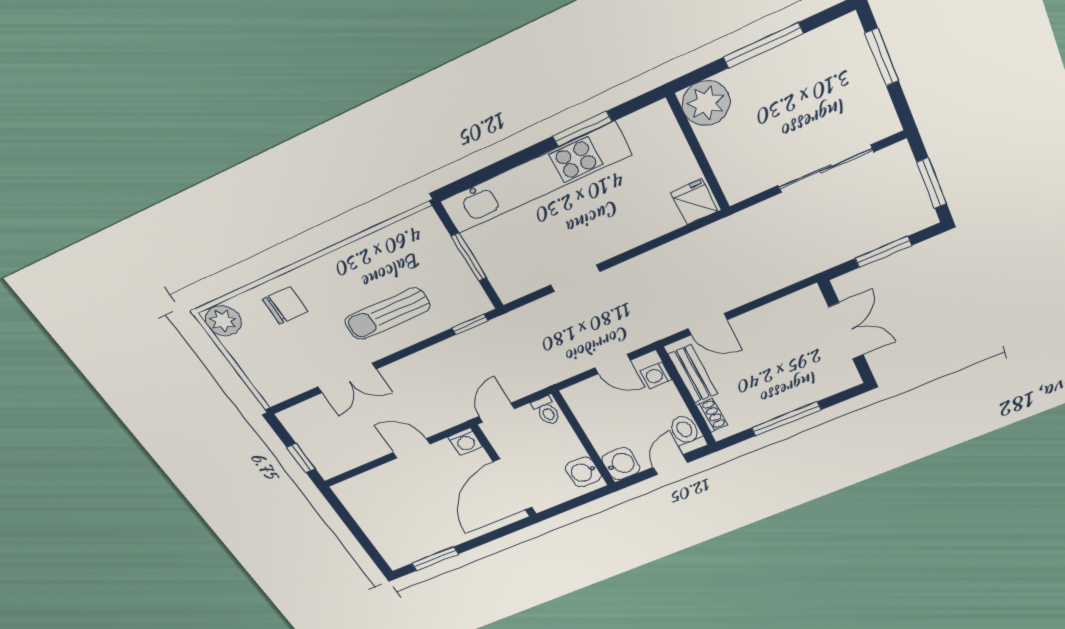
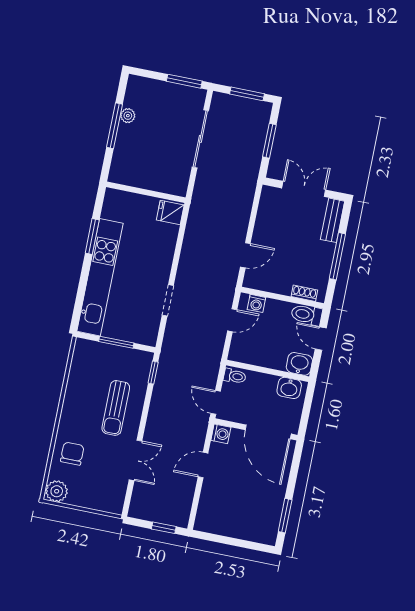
window: (882, 57) -> (184, 81), moved
plant: (706, 103) -> (128, 116), moved, width x0.53, depth x0.53
bench: (693, 374) -> (333, 220), moved, turned 90

